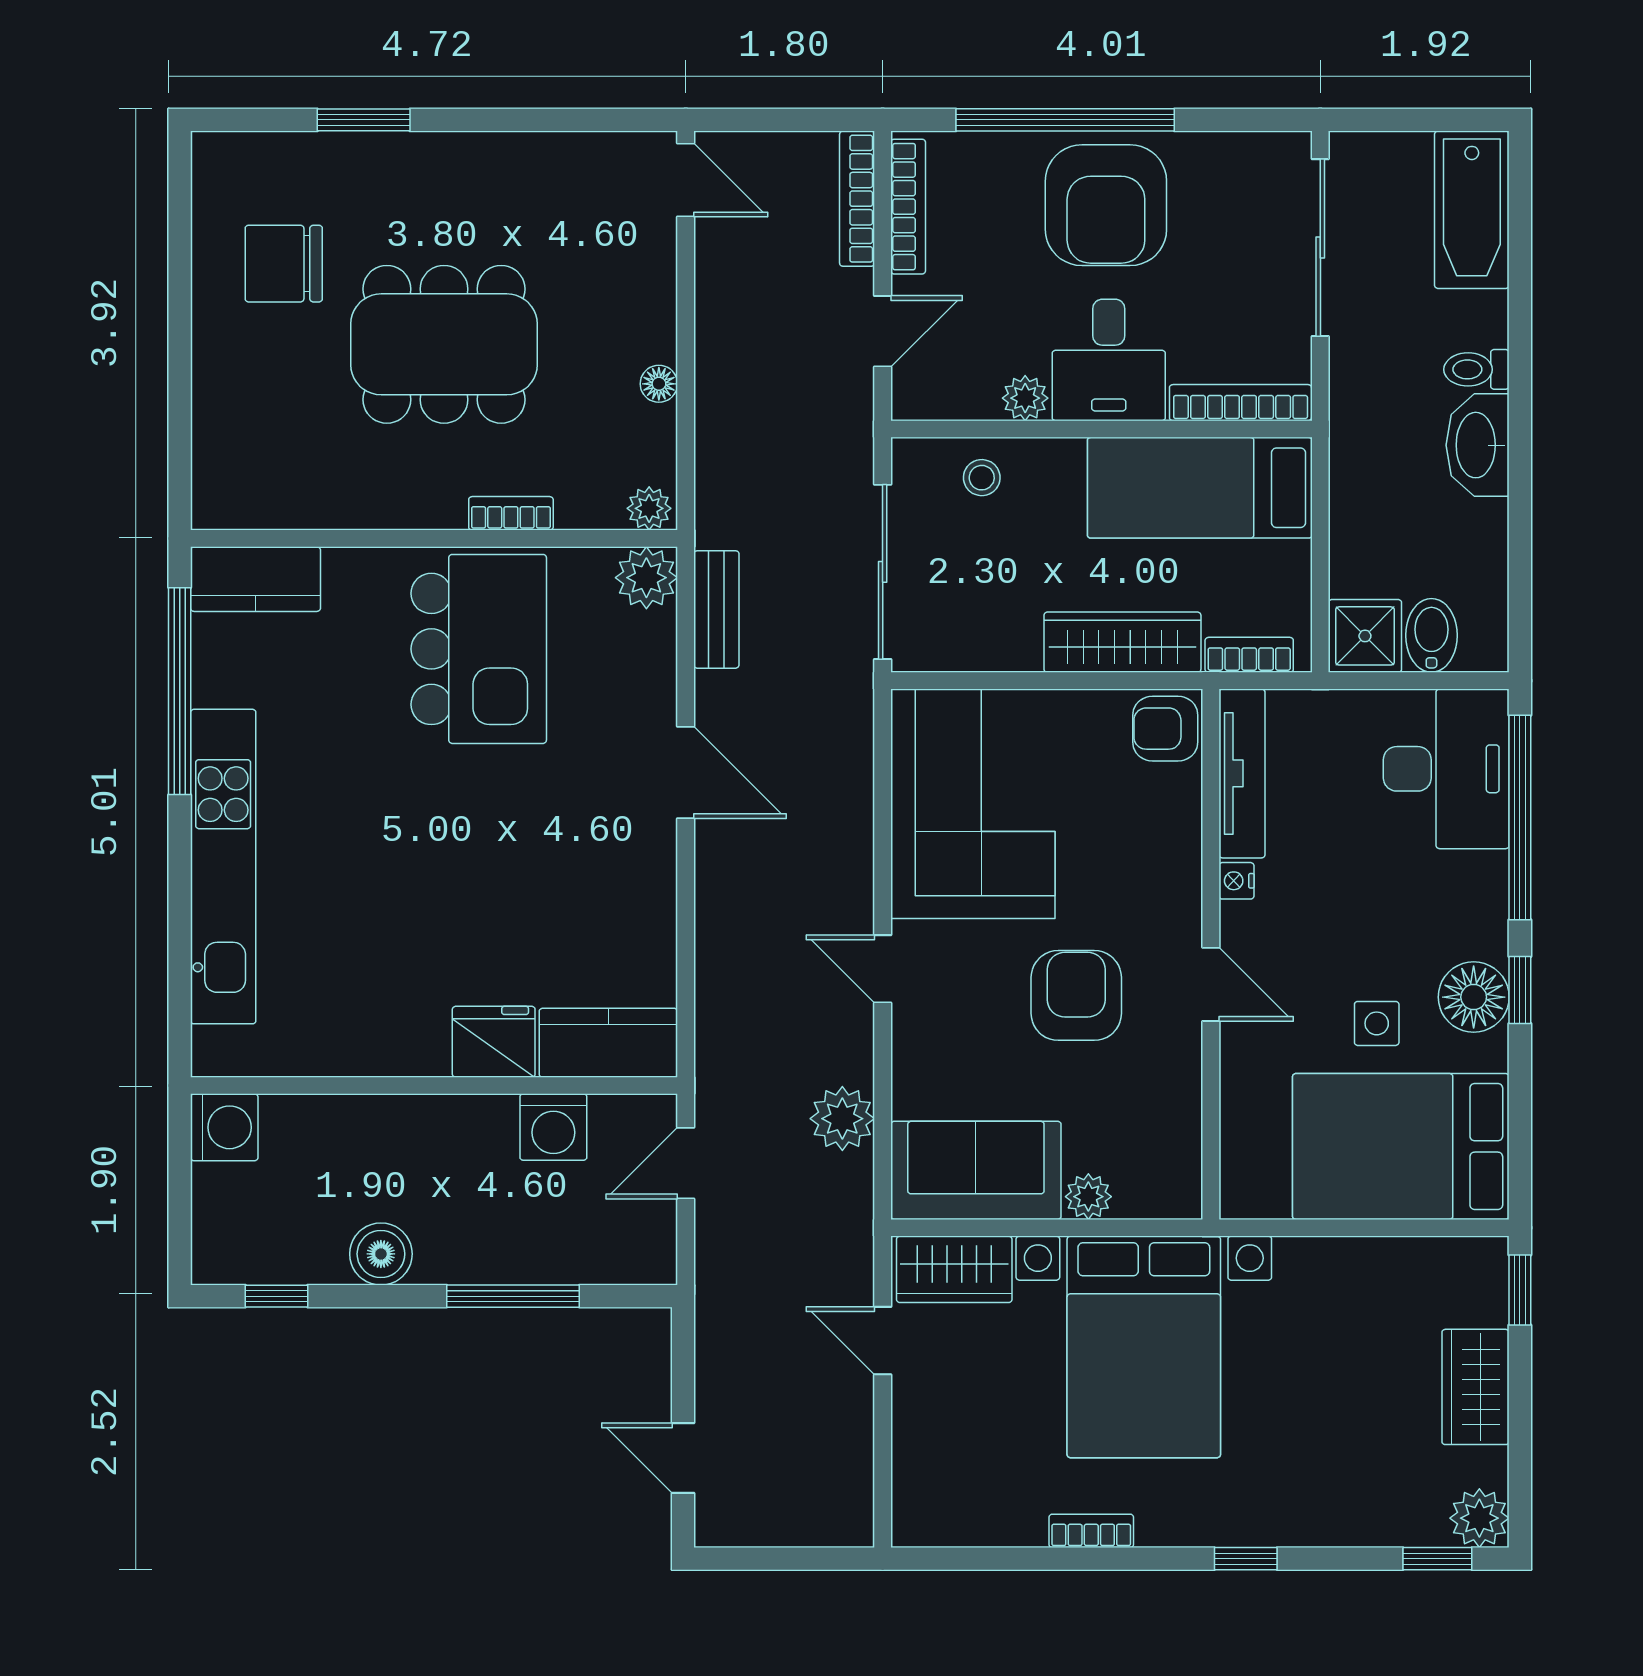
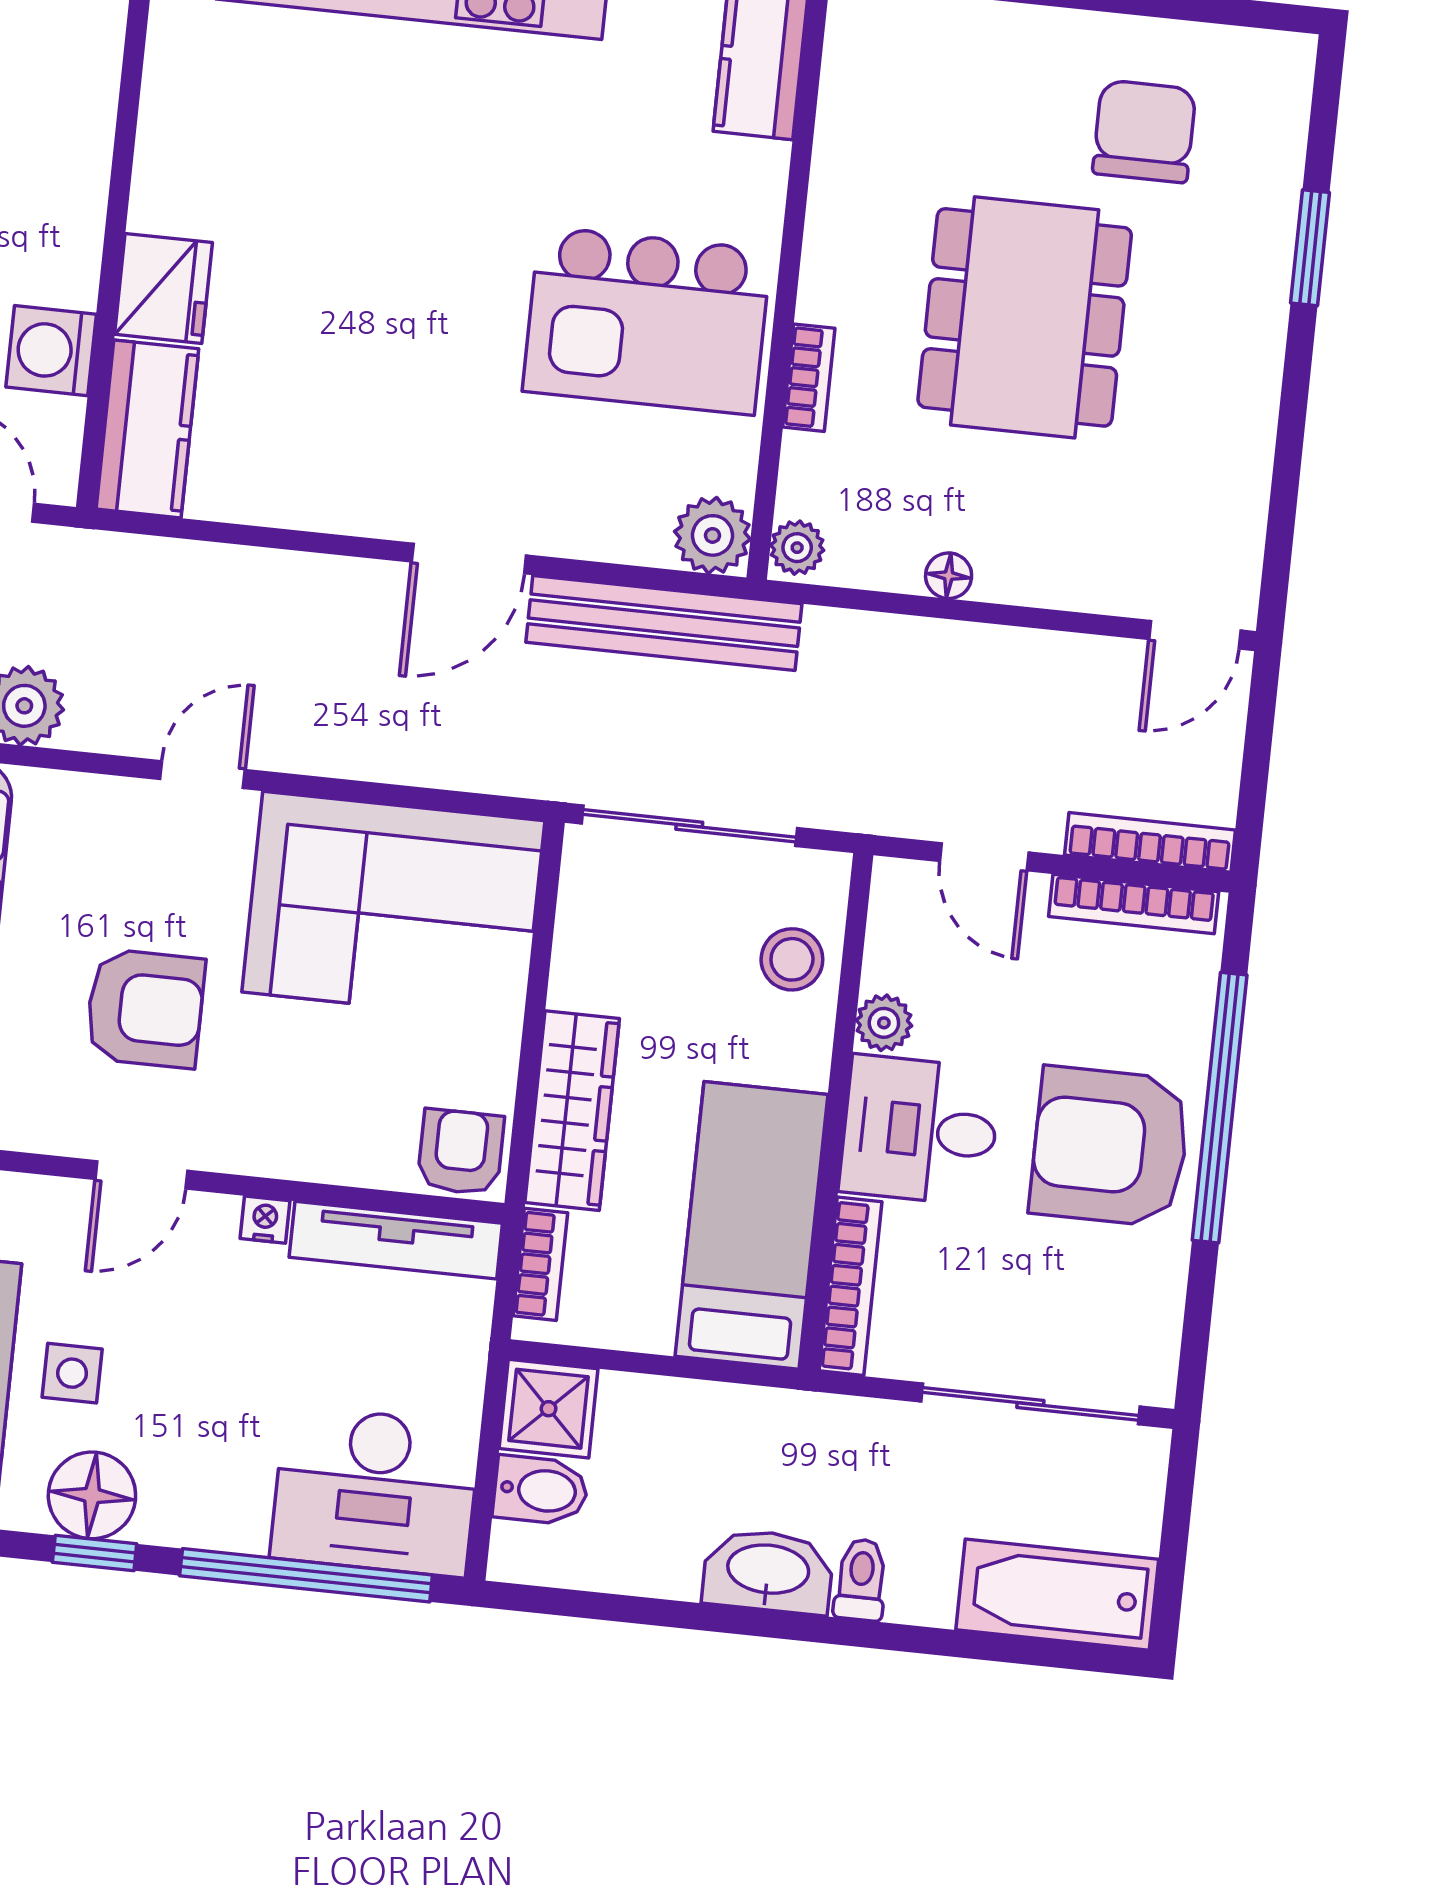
stool: (982, 478) -> (792, 959), width x1.37, depth x1.37
bench: (716, 609) -> (664, 623), width x1.86, depth x1.21

